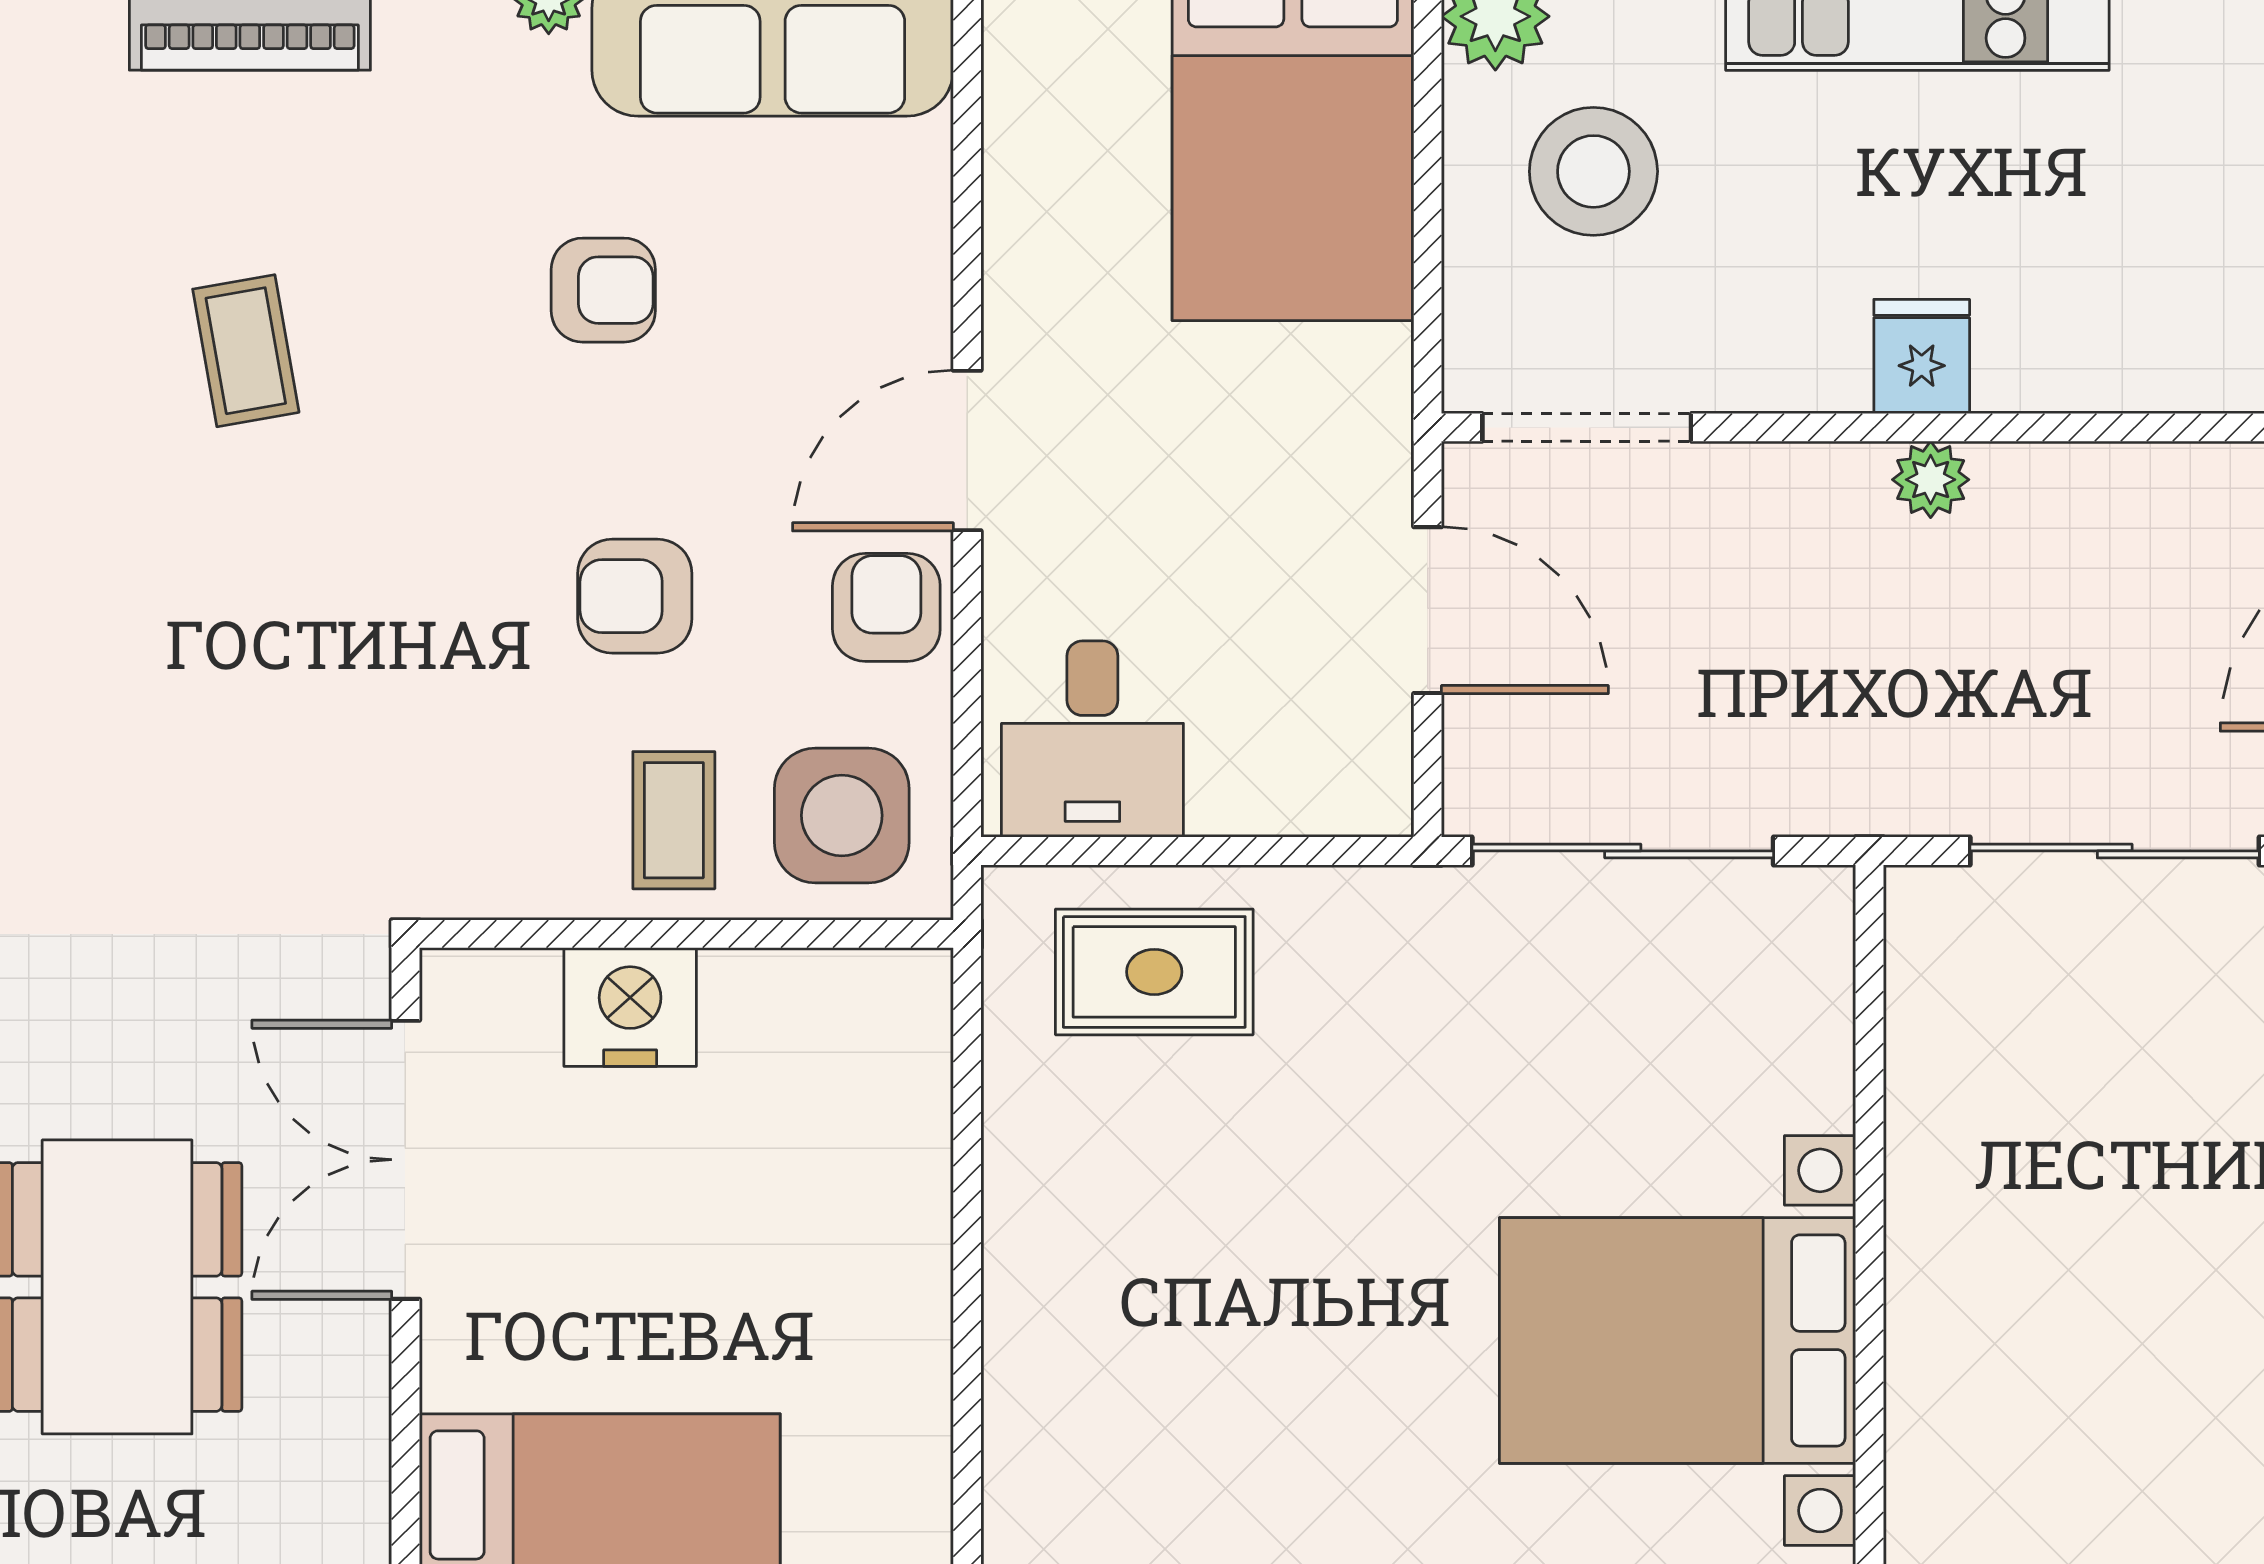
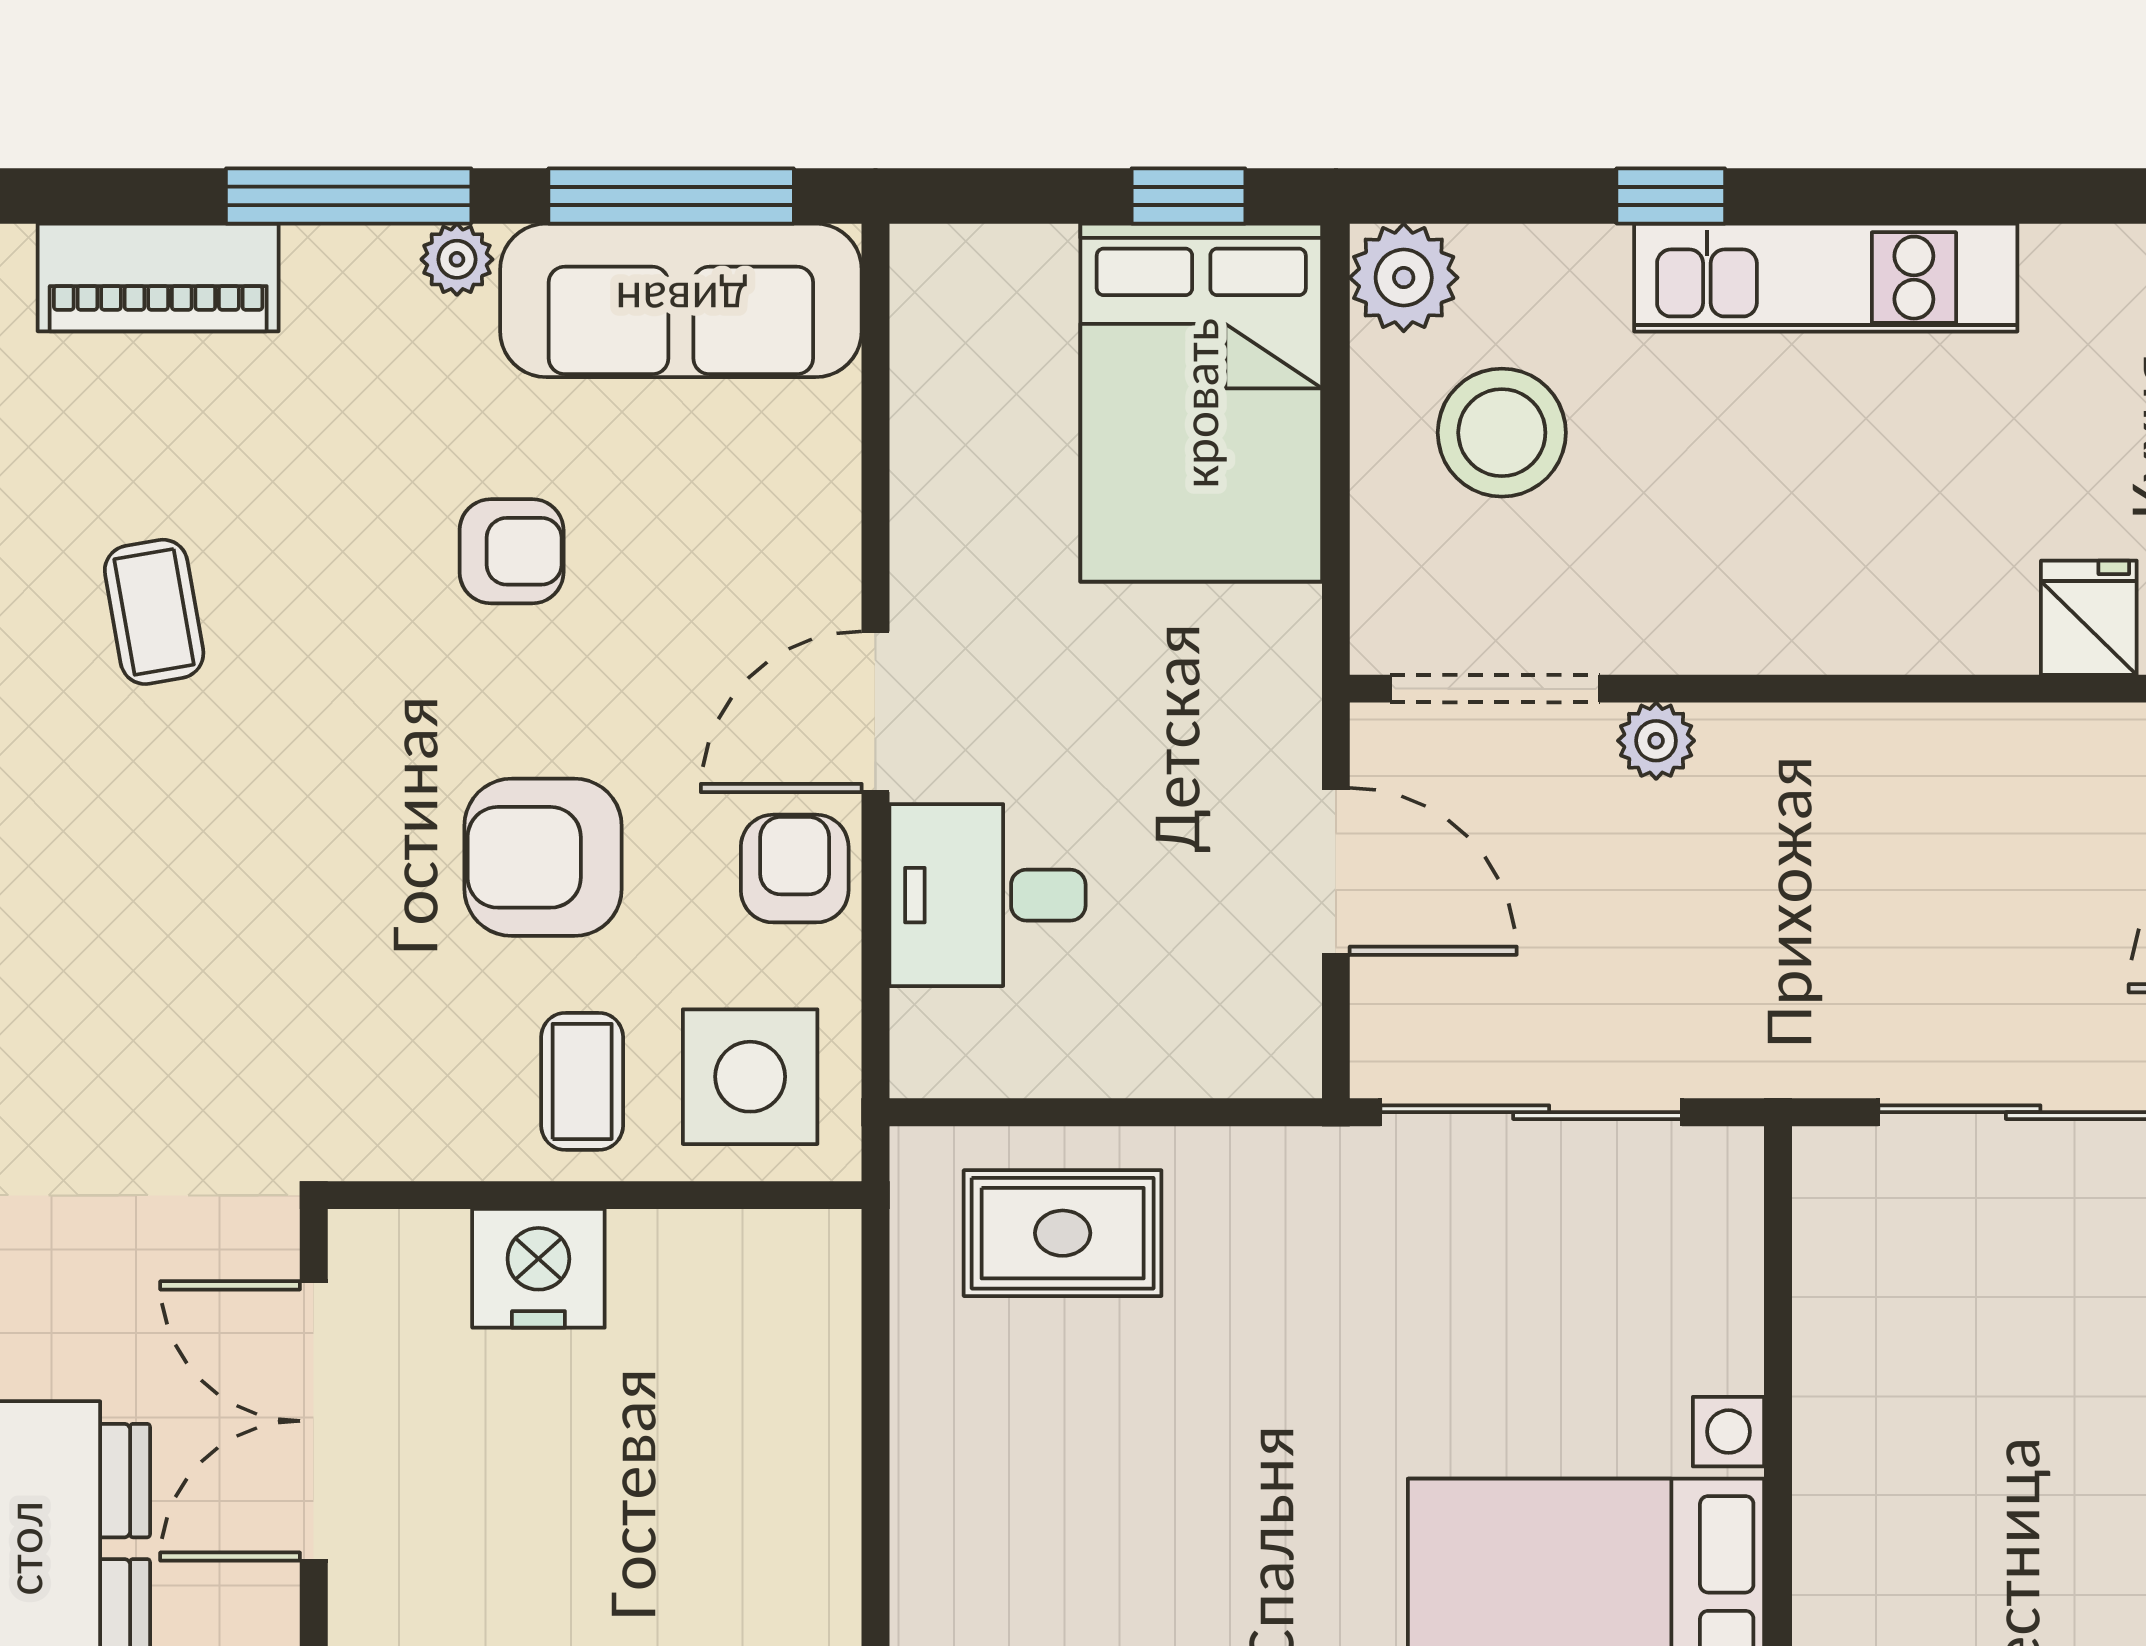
fridge: (1922, 356) -> (2089, 618), moved
plant: (1931, 480) -> (1656, 741), moved
armchair: (635, 596) -> (543, 857), width x1.38, depth x1.38
desk: (1092, 739) -> (987, 895), moved, turned 90

